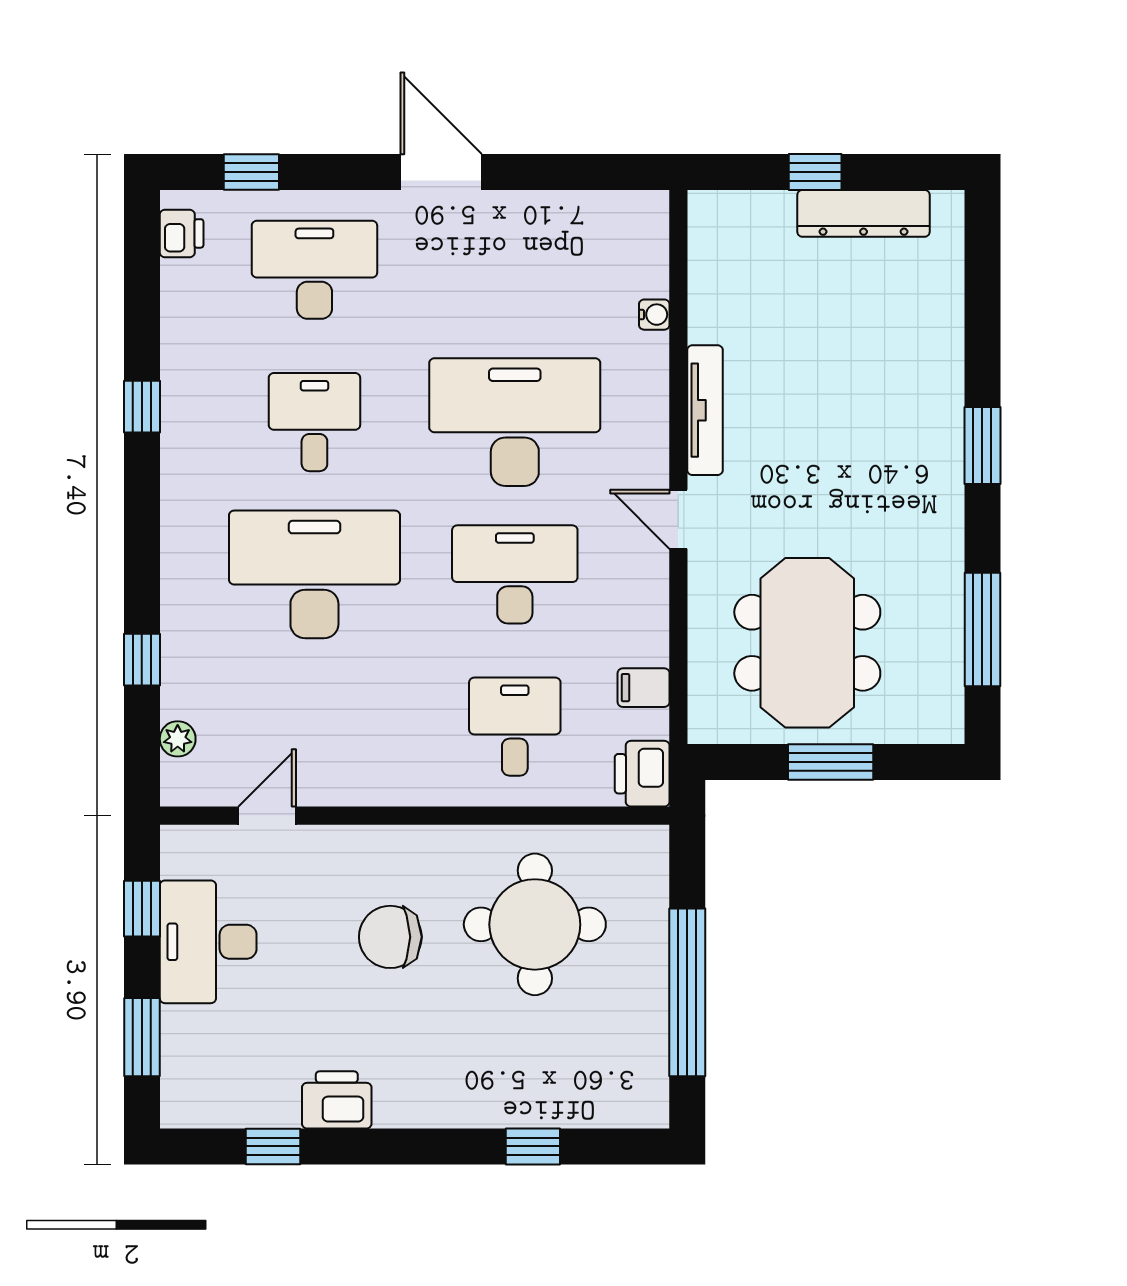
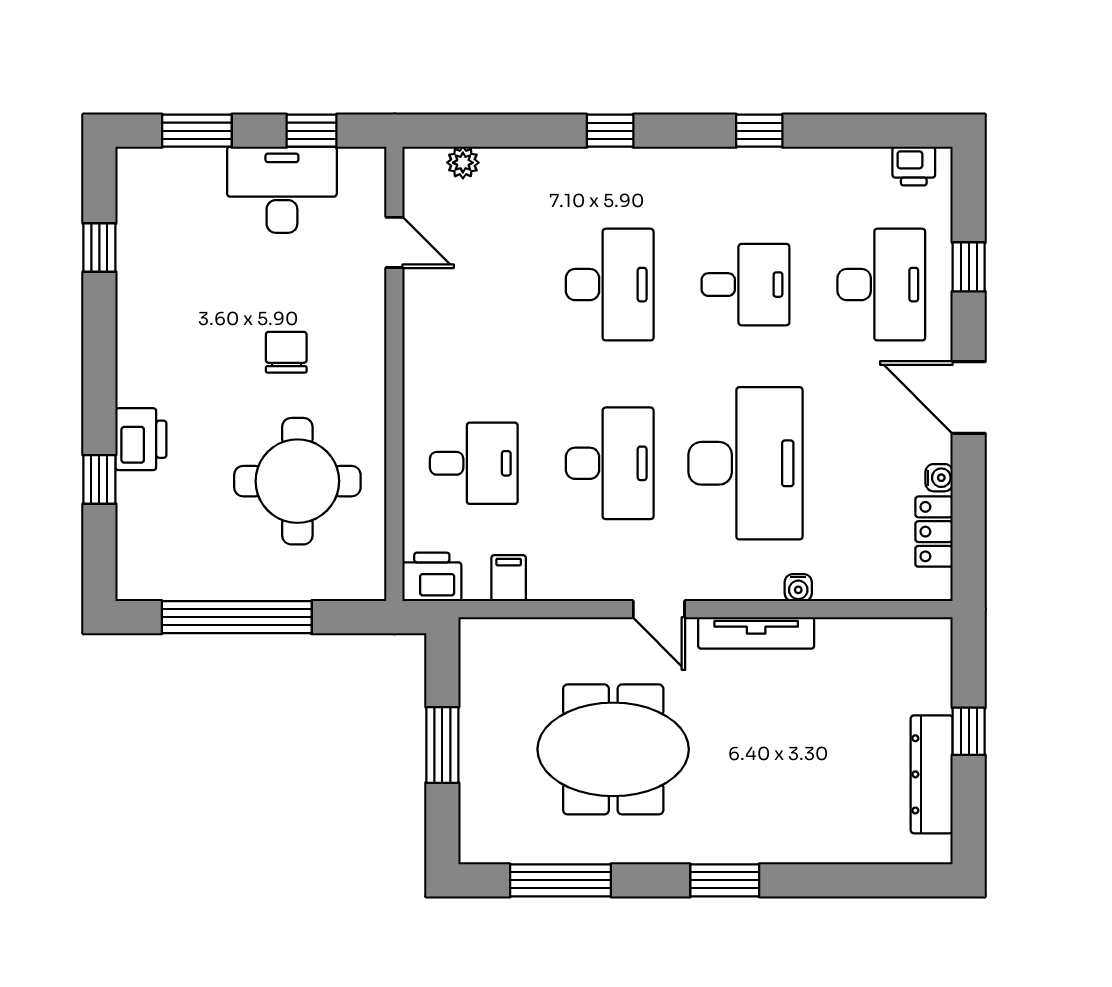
window: (251, 172) -> (969, 267), moved
door: (441, 172) -> (969, 398), swing flipped
water cooler: (531, 205) -> (939, 478), added
locker: (591, 211) -> (934, 532), added
water cooler: (654, 315) -> (798, 588), moved
door: (678, 519) -> (659, 609), swing flipped
desk: (314, 574) -> (610, 285), width x0.73, depth x0.77
meeting table: (807, 643) -> (613, 749), moved
window: (142, 660) -> (610, 131), moved
chair: (390, 937) -> (286, 352), width x0.73, depth x0.73
printer: (337, 1100) -> (141, 439), moved

